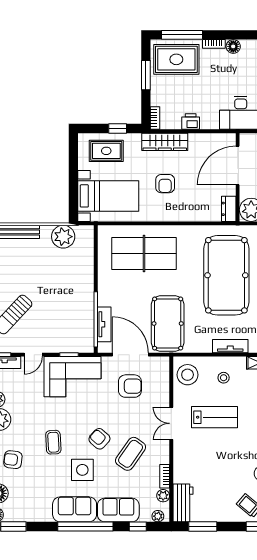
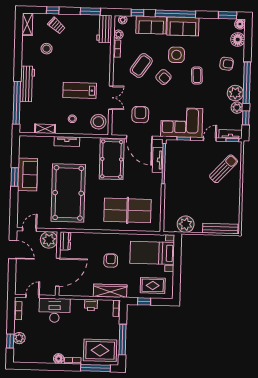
window: (146, 75) -> (122, 340), width x1.44
armchair: (130, 386) -> (140, 115), turned 90
double door: (171, 423) -> (111, 98), moved

